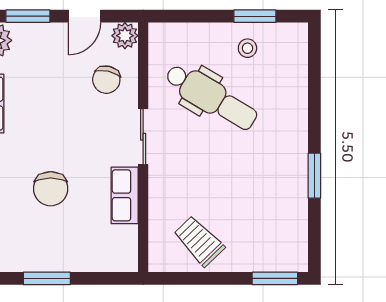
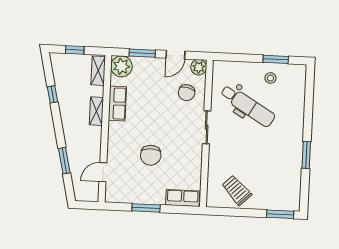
row of seats: (125, 195) -> (183, 198), moved, turned 90

